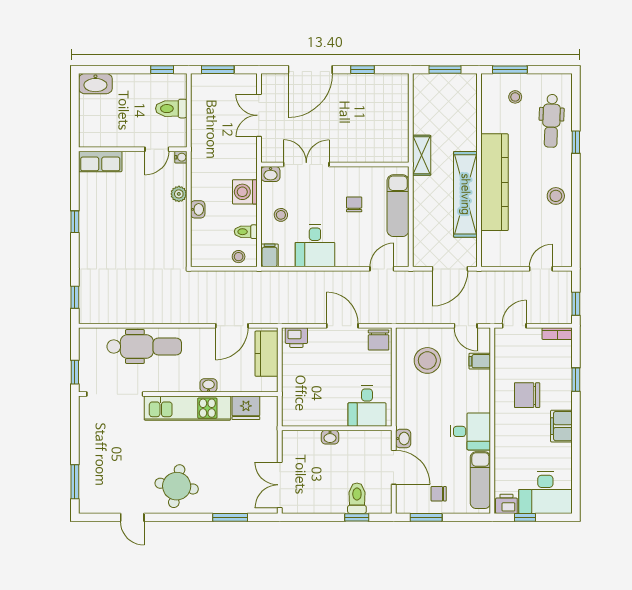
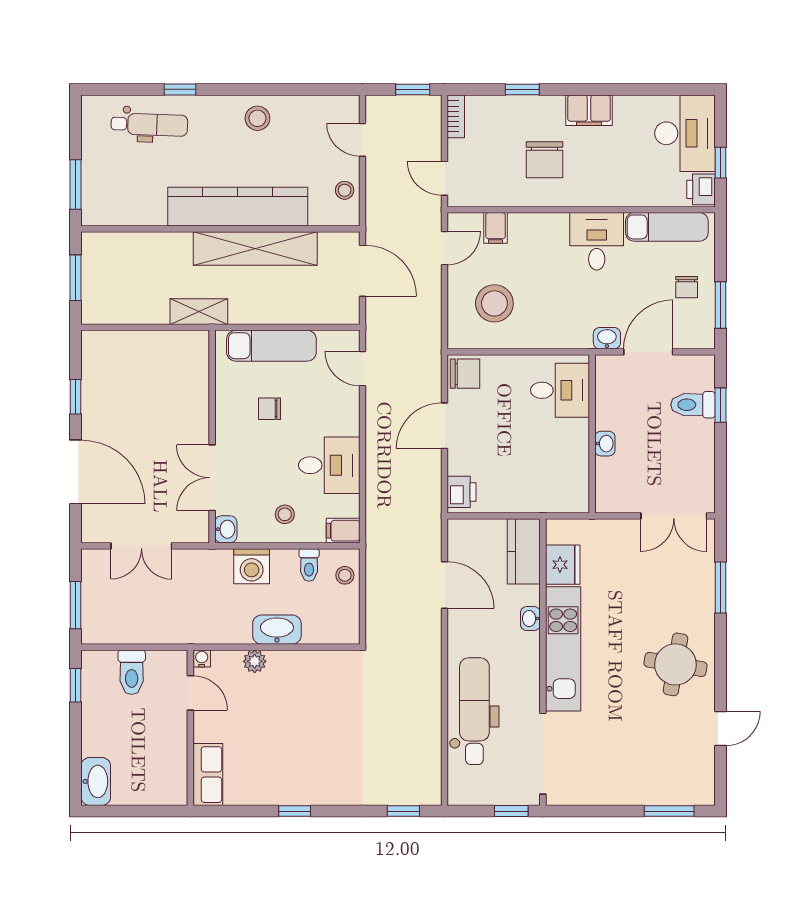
stool: (515, 97) -> (345, 190), moved
washbasin: (198, 209) -> (277, 630), width x1.91, depth x1.45
kitchen counter: (267, 354) -> (524, 551), moved, turned 90

